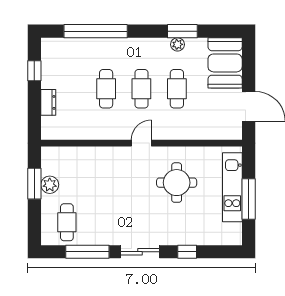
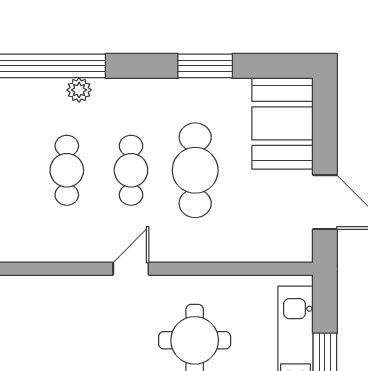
plant: (178, 44) -> (79, 90), moved
cafe table: (177, 89) -> (195, 170), width x1.37, depth x1.35

